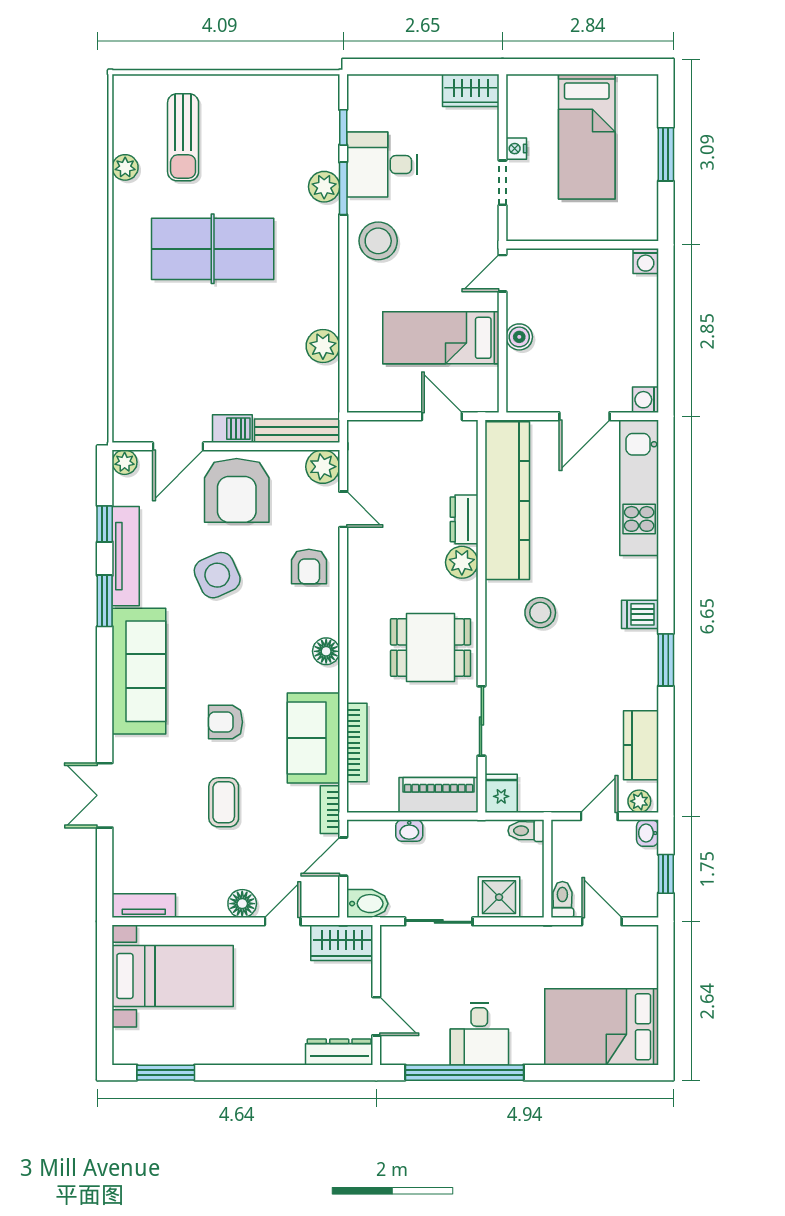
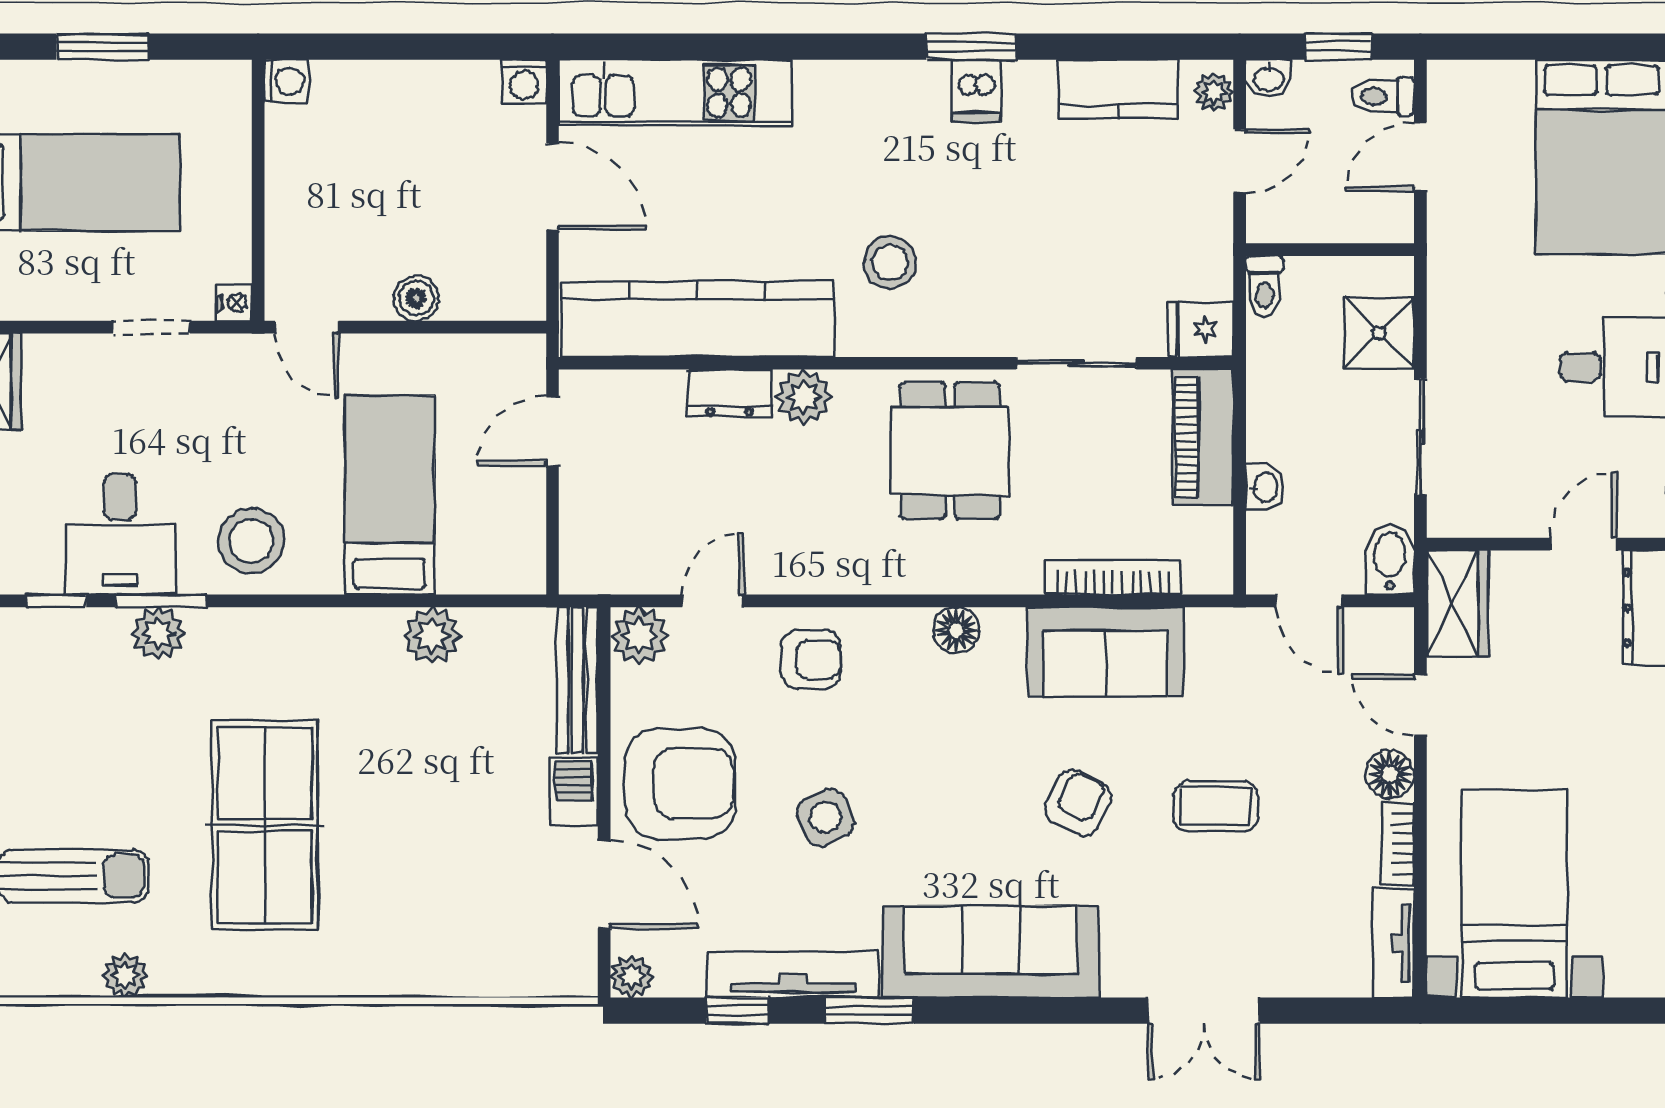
nightstand: (516, 149) -> (234, 302), moved, turned -90
bed: (441, 338) -> (390, 495), moved, turned 180
side table: (217, 575) -> (826, 817), width x0.73, depth x0.73
dishwasher: (640, 614) -> (976, 91), moved
armchair: (226, 722) -> (1078, 803), turned -153
bookcase: (330, 810) -> (1398, 844), moved, turned 90
door: (599, 816) -> (1240, 161), swing flipped
toilet: (562, 900) -> (1383, 96), moved

